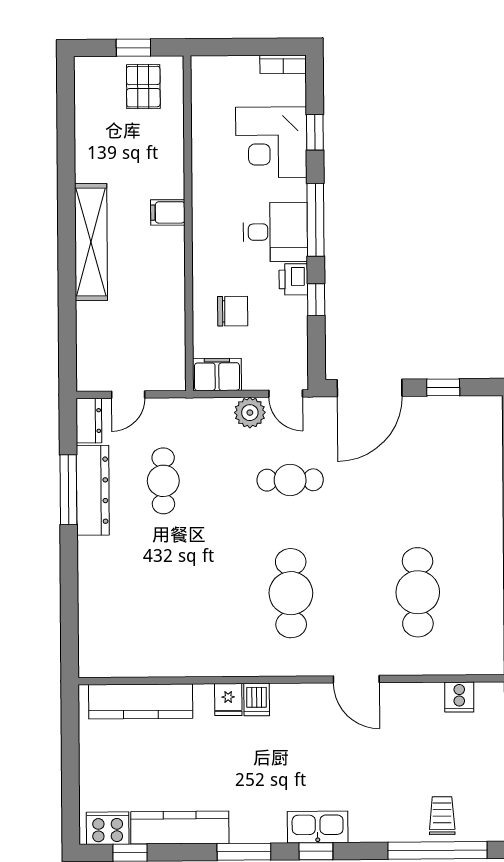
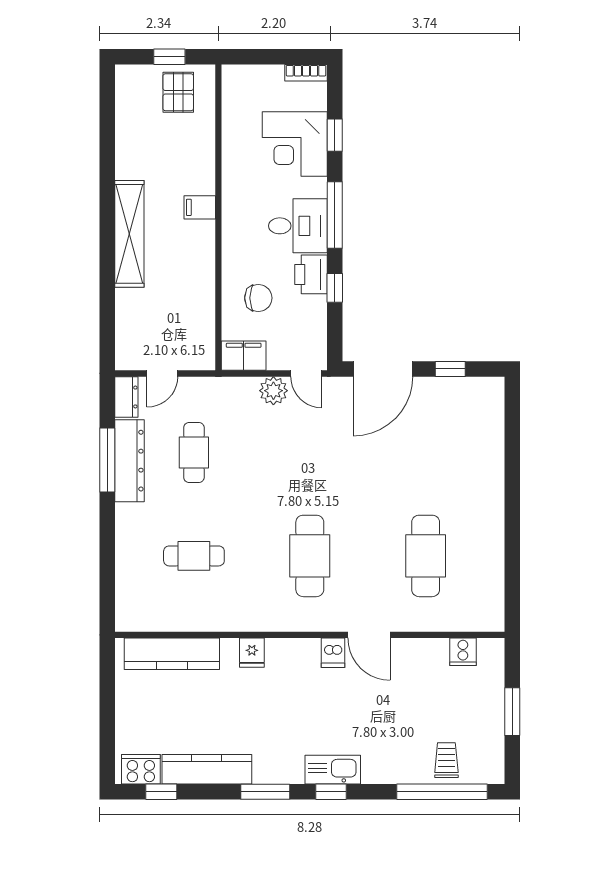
printer: (293, 279) -> (311, 274), width x1.36, depth x1.24
cafe table: (290, 480) -> (194, 556), moved
dishwasher: (257, 700) -> (333, 653), moved

